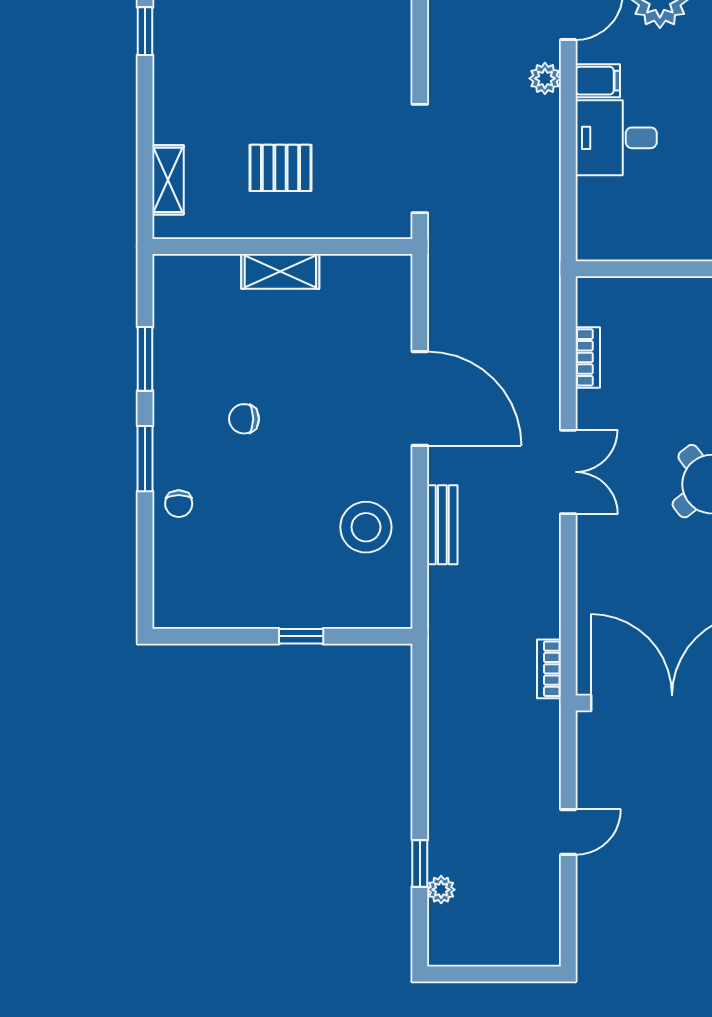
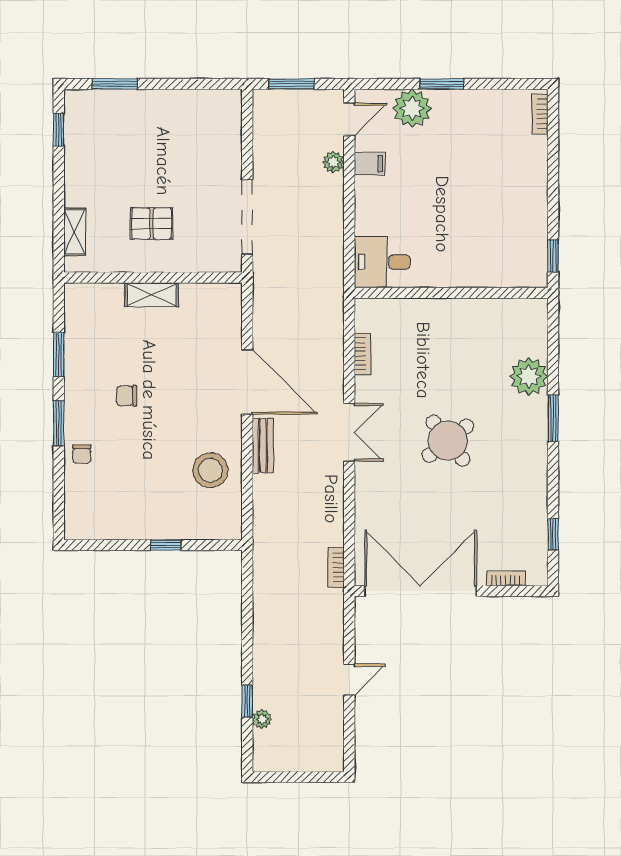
desk: (616, 138) -> (382, 262), moved
bench: (442, 525) -> (263, 446), moved

